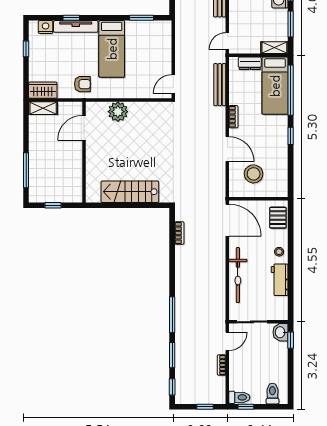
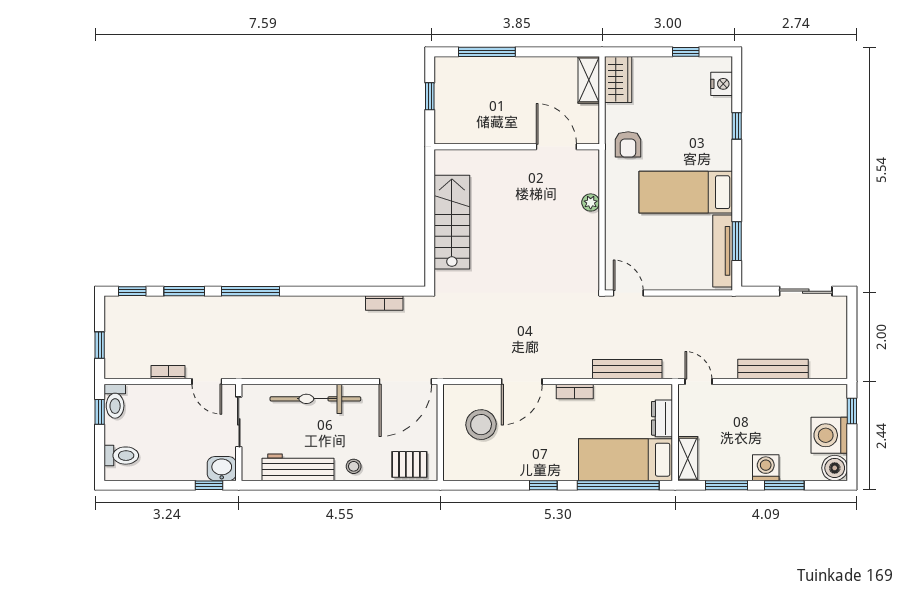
tv unit: (76, 26) -> (723, 251), moved
plant: (118, 112) -> (591, 202), width x0.53, depth x0.53
workbench: (280, 280) -> (298, 467), width x1.38

